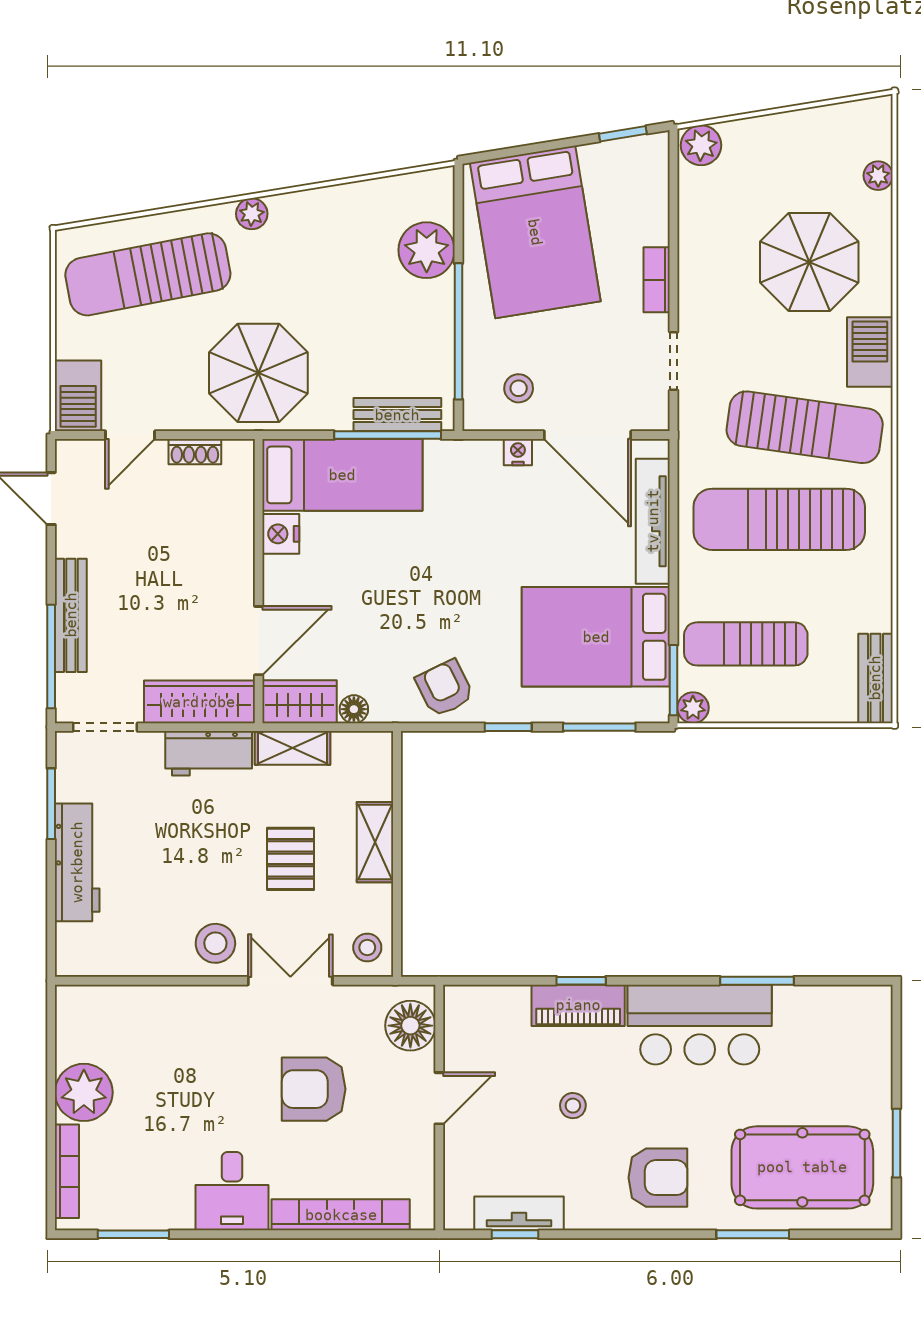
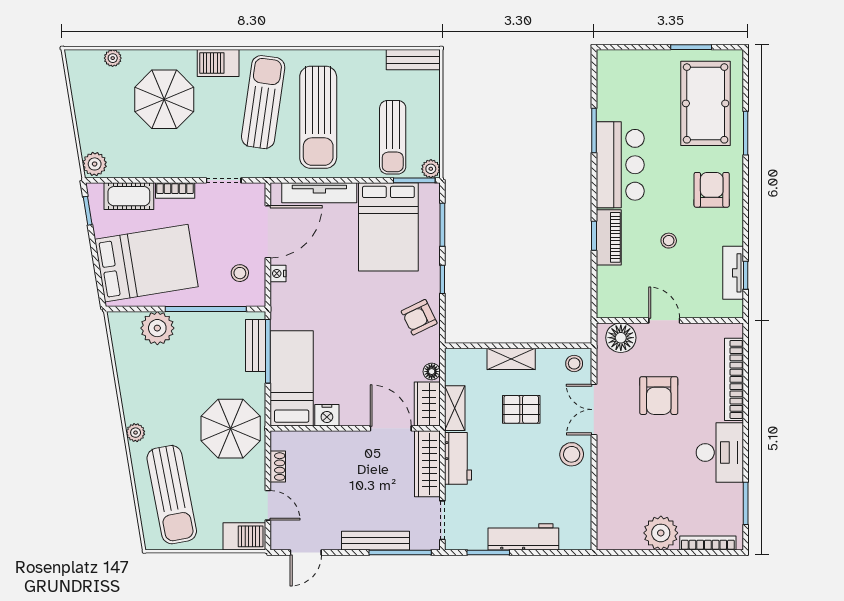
cot: (647, 203) -> (129, 196), added
desk: (232, 1191) -> (720, 453), width x1.37

